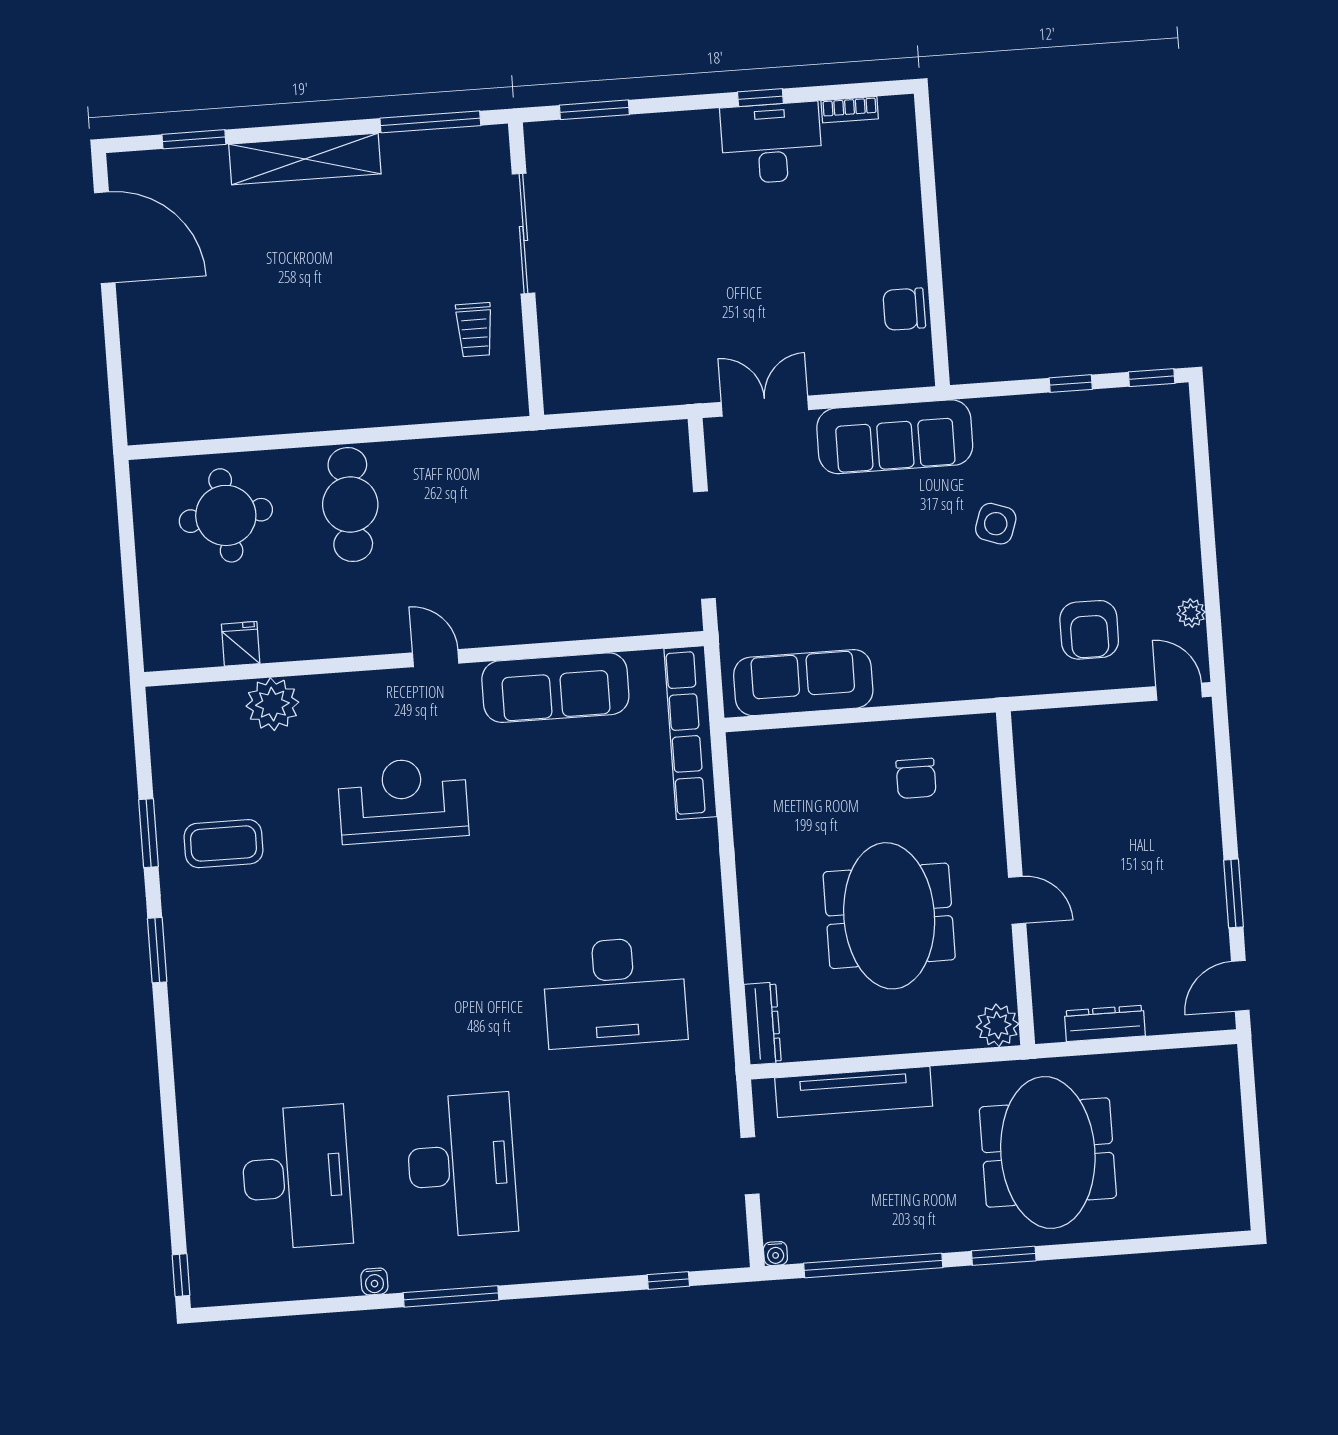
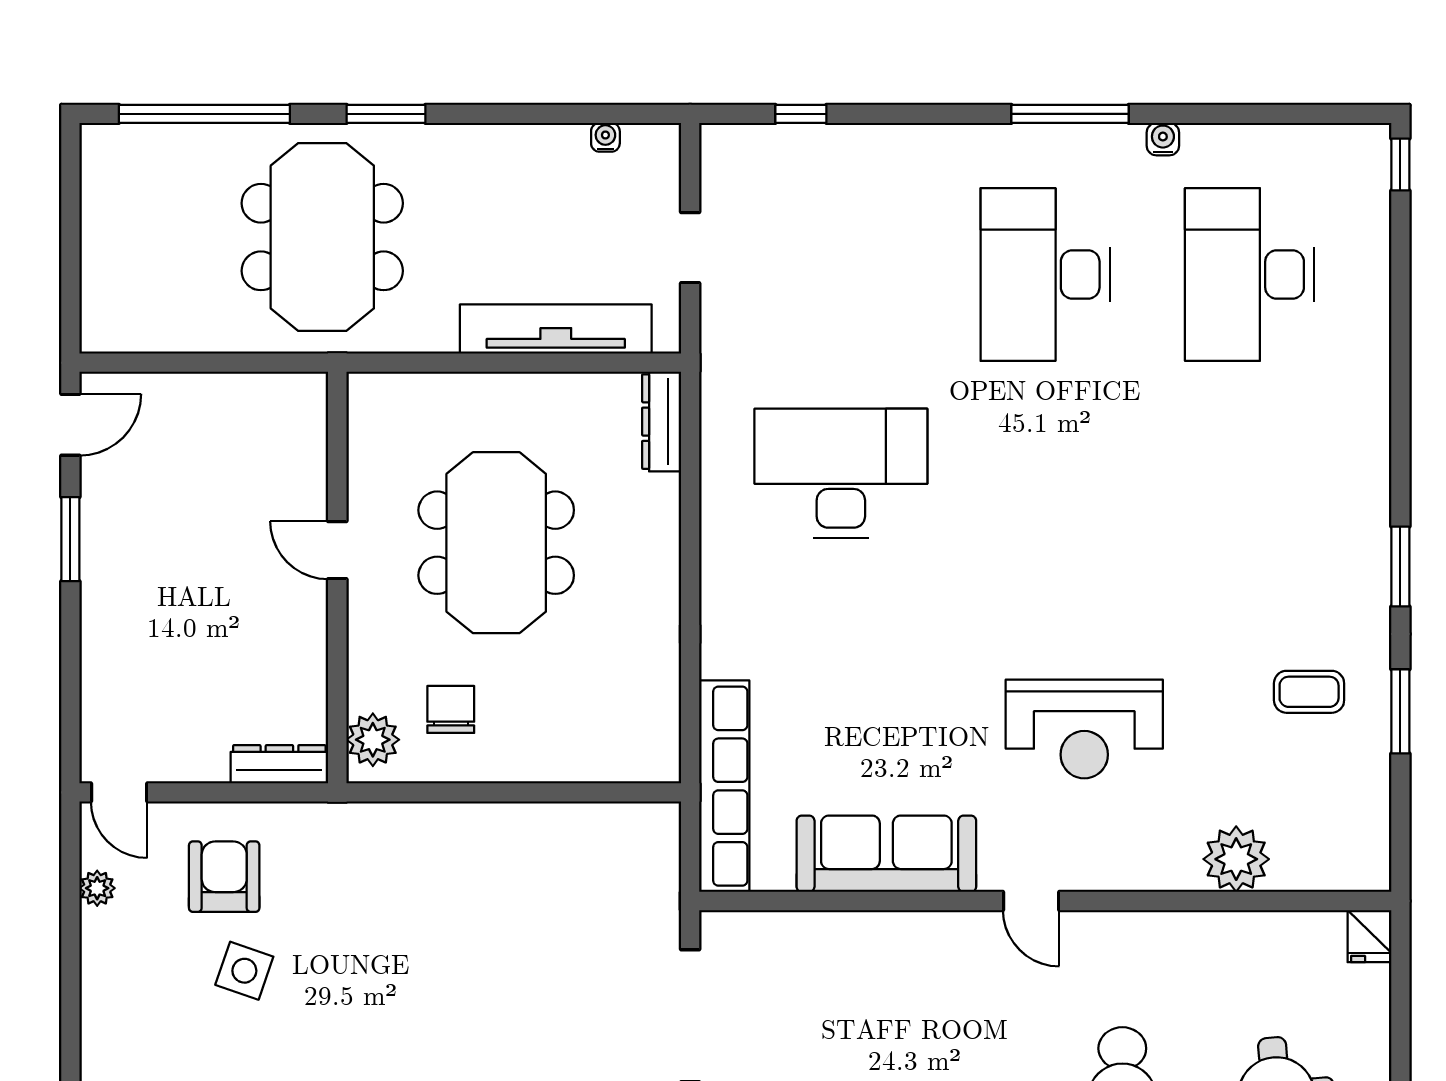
side table: (996, 524) -> (244, 971), moved
fridge: (241, 644) -> (1369, 936), moved
sofa: (803, 683) -> (581, 838), removed
coffee table: (224, 844) -> (1309, 692), width x0.73, depth x0.77
dresser: (1105, 1023) -> (279, 764), moved, turned 180
plant: (998, 1025) -> (373, 740), moved
water cooler: (775, 1254) -> (605, 137), moved
window: (873, 1265) -> (204, 114), moved

